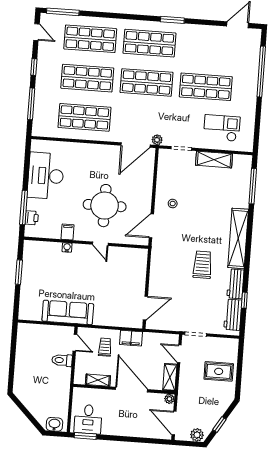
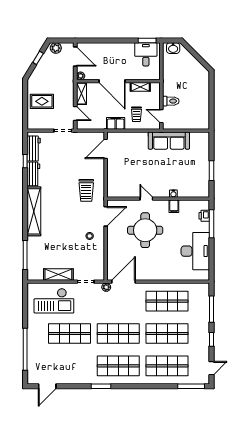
door: (36, 32) -> (211, 368), swing flipped
checkout: (222, 128) -> (54, 301), width x1.36, depth x1.21
trolley: (203, 265) -> (86, 190), moved

